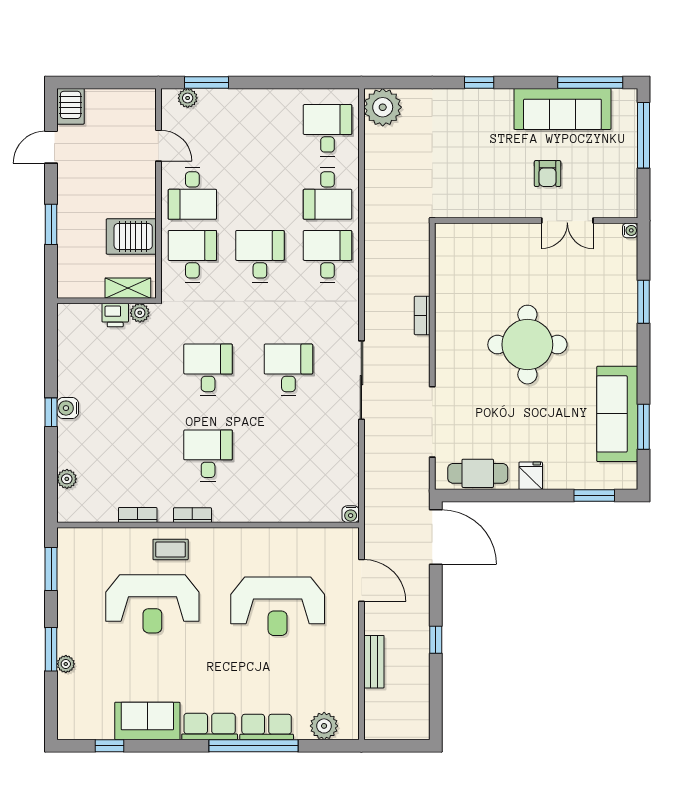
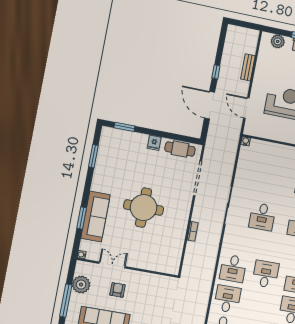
plant: (620, 172) -> (81, 285), added
desk: (260, 256) -> (266, 274), turned 180
sofa: (617, 414) -> (95, 217), moved
door: (436, 537) -> (210, 105), moved

